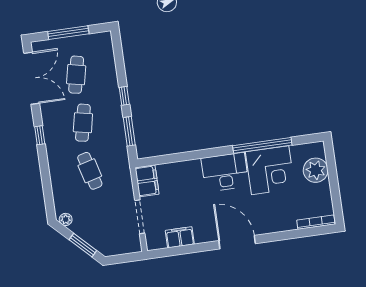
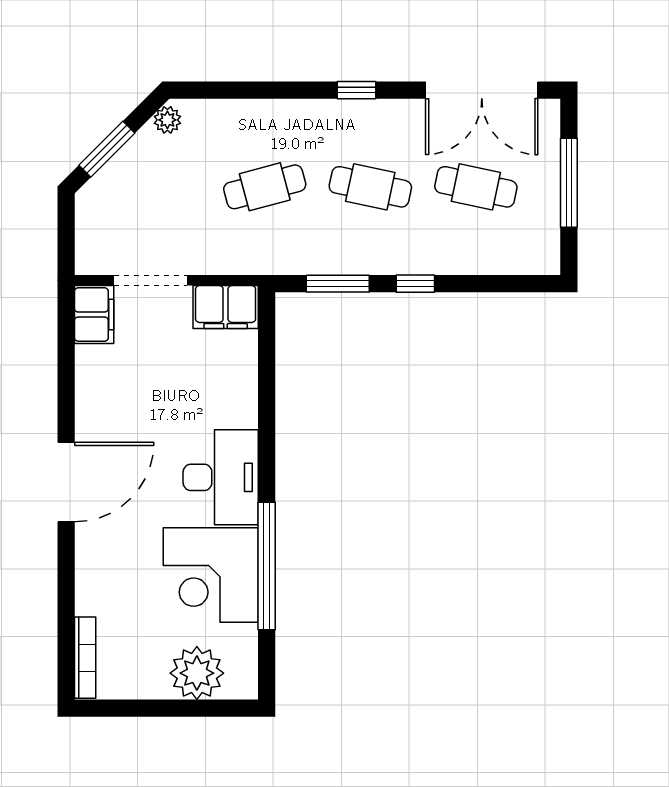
filing cabinet: (180, 237) -> (94, 315), moved

